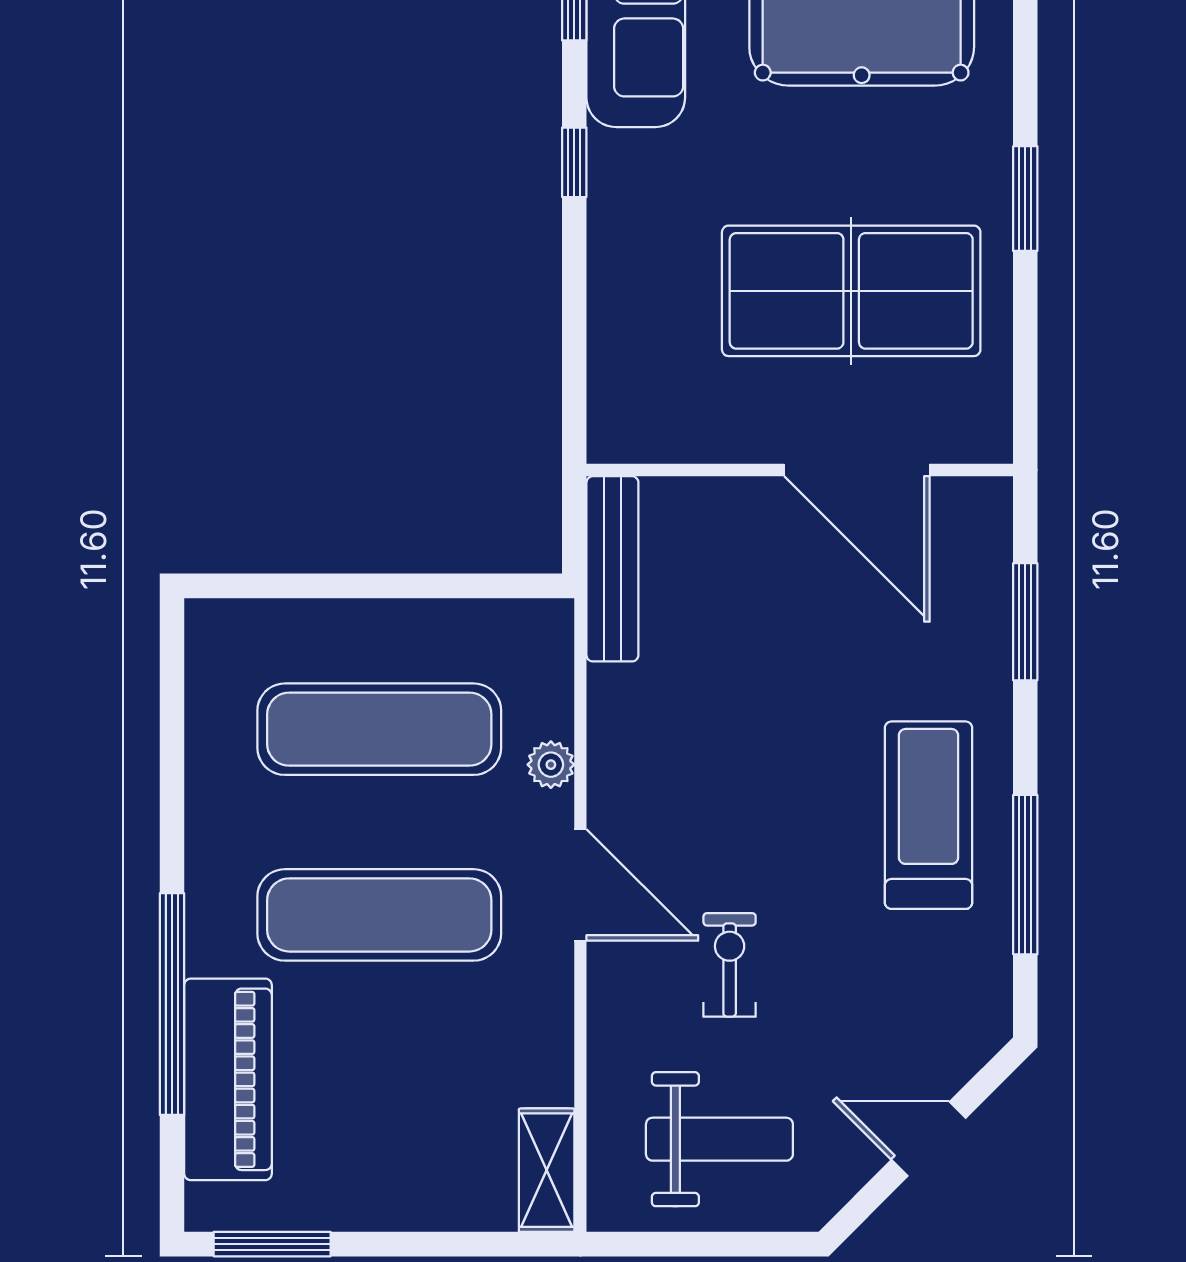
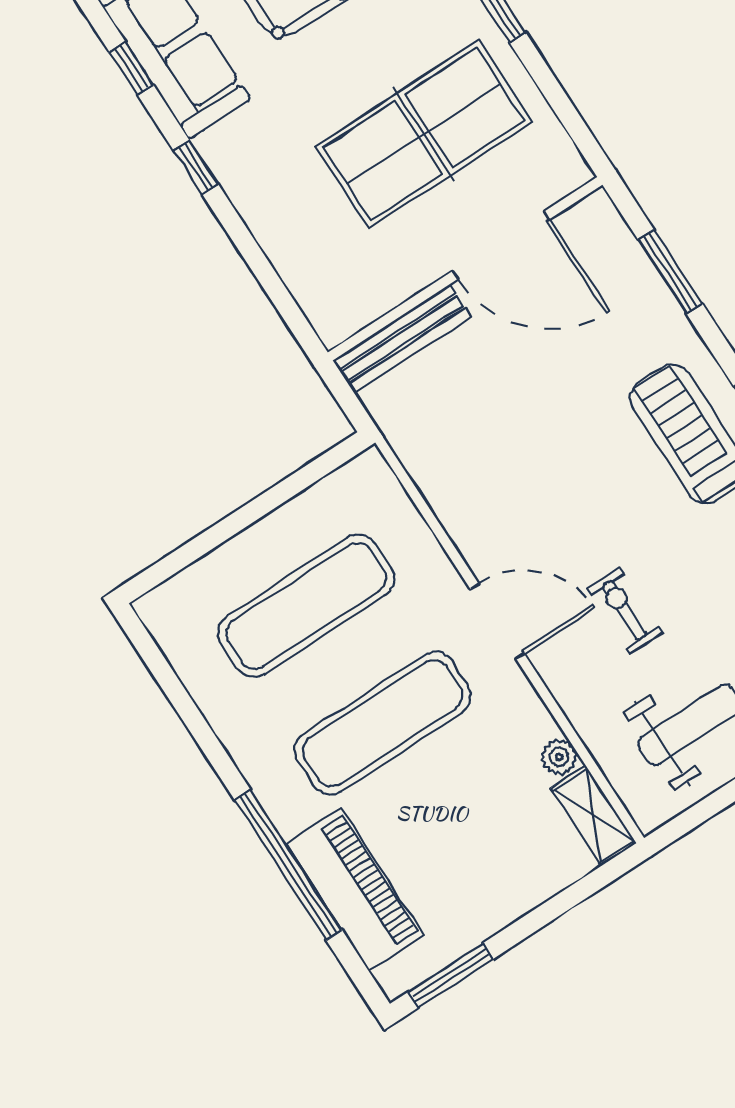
bench: (612, 569) -> (402, 339), moved, turned 90
plant: (551, 765) -> (559, 757), moved

